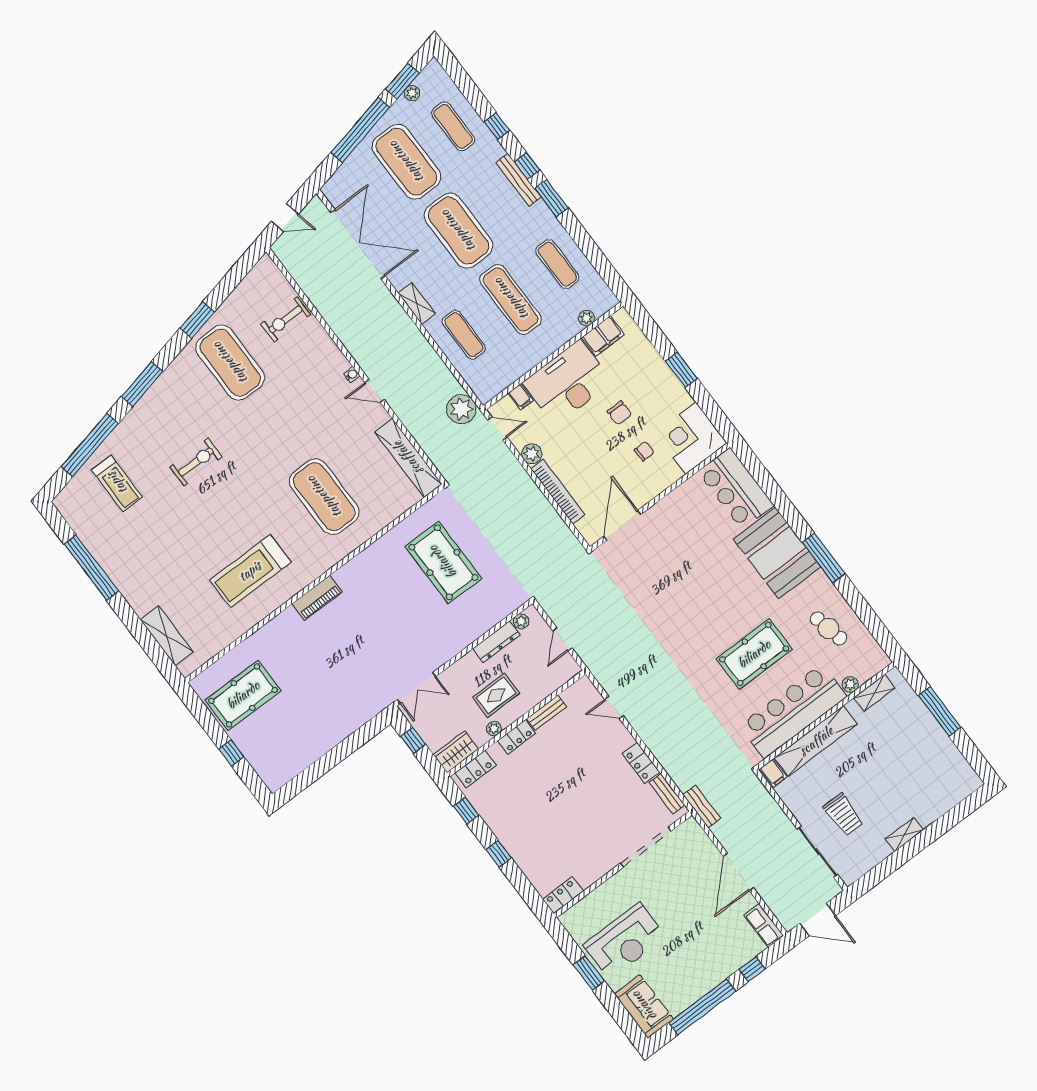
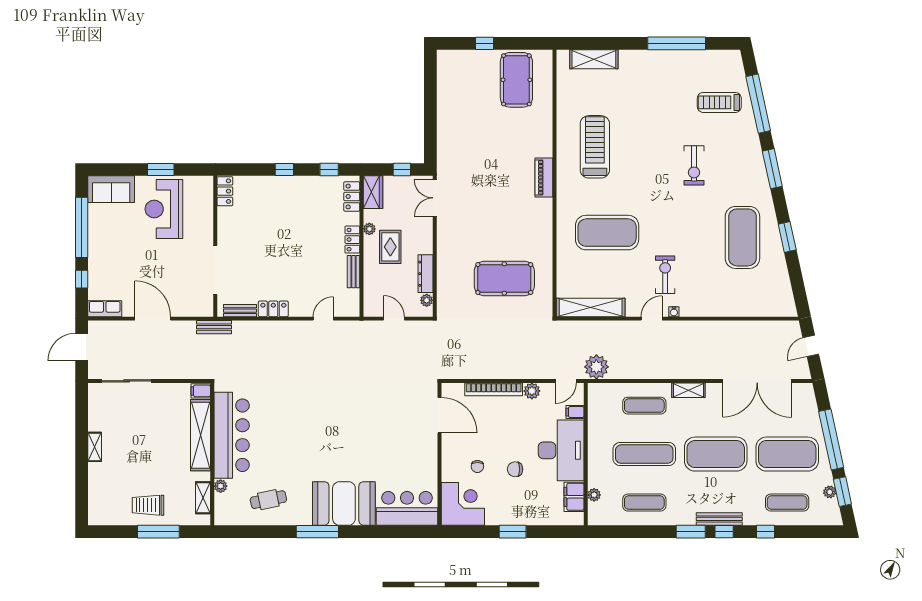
exercise bike: (286, 319) -> (665, 275), moved
exercise mat: (230, 363) -> (742, 237), turned 90
pool table: (754, 654) -> (289, 438), removed
trolley: (843, 815) -> (148, 505), moved

